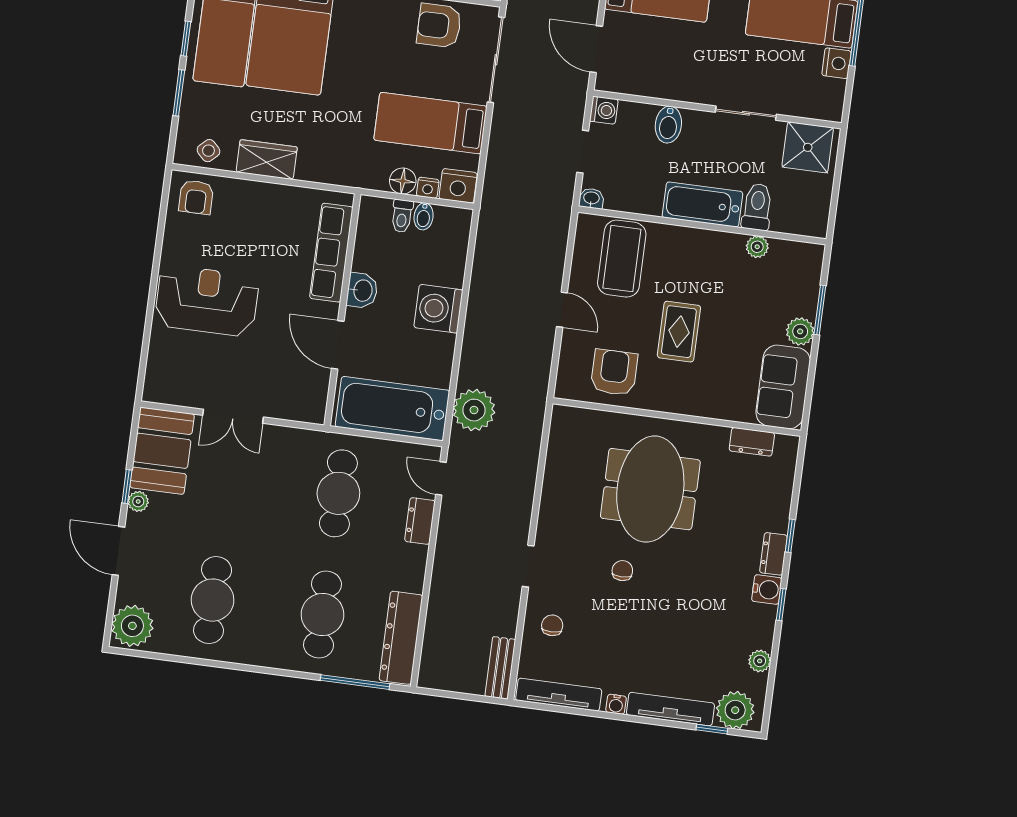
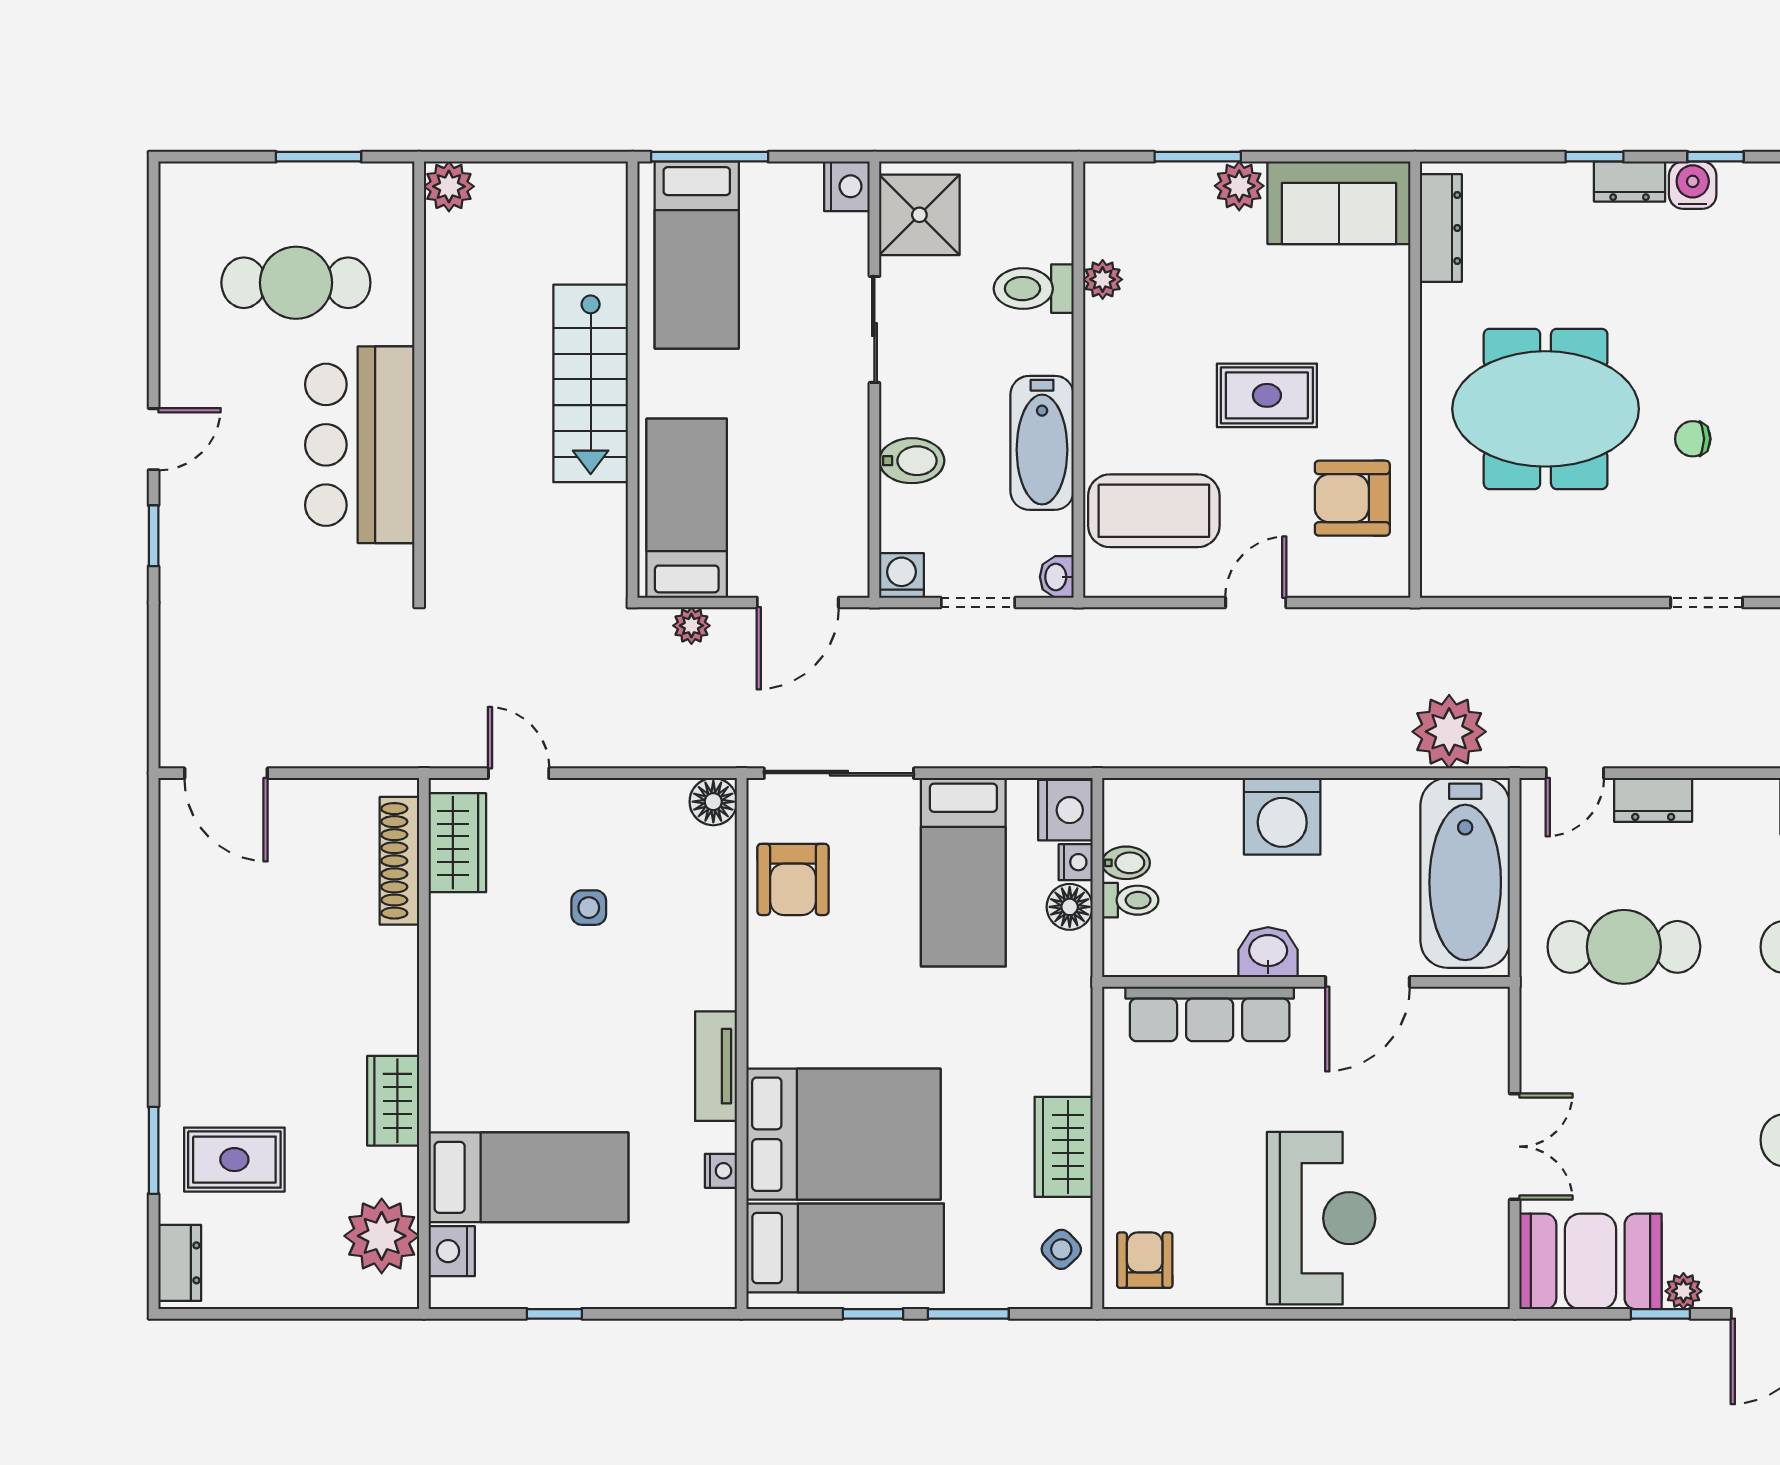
nightstand: (836, 63) -> (847, 186), moved, turned 90
armchair: (196, 197) -> (1145, 1260), turned -90
bathtub: (702, 204) -> (1042, 443), moved
reception desk: (207, 301) -> (1321, 1218), turned 180
dresser: (752, 442) -> (1441, 228), width x1.44

